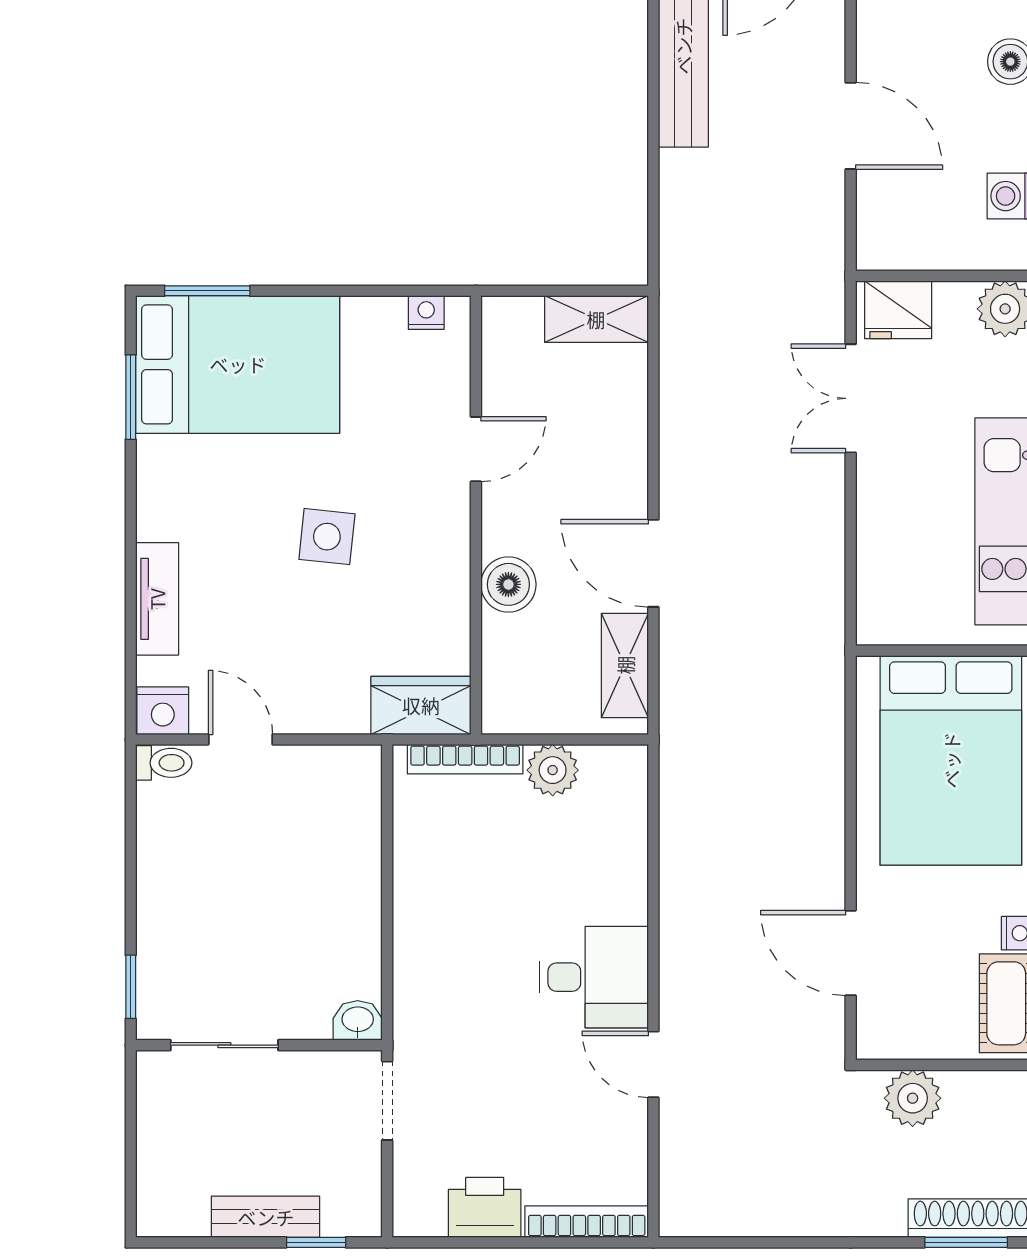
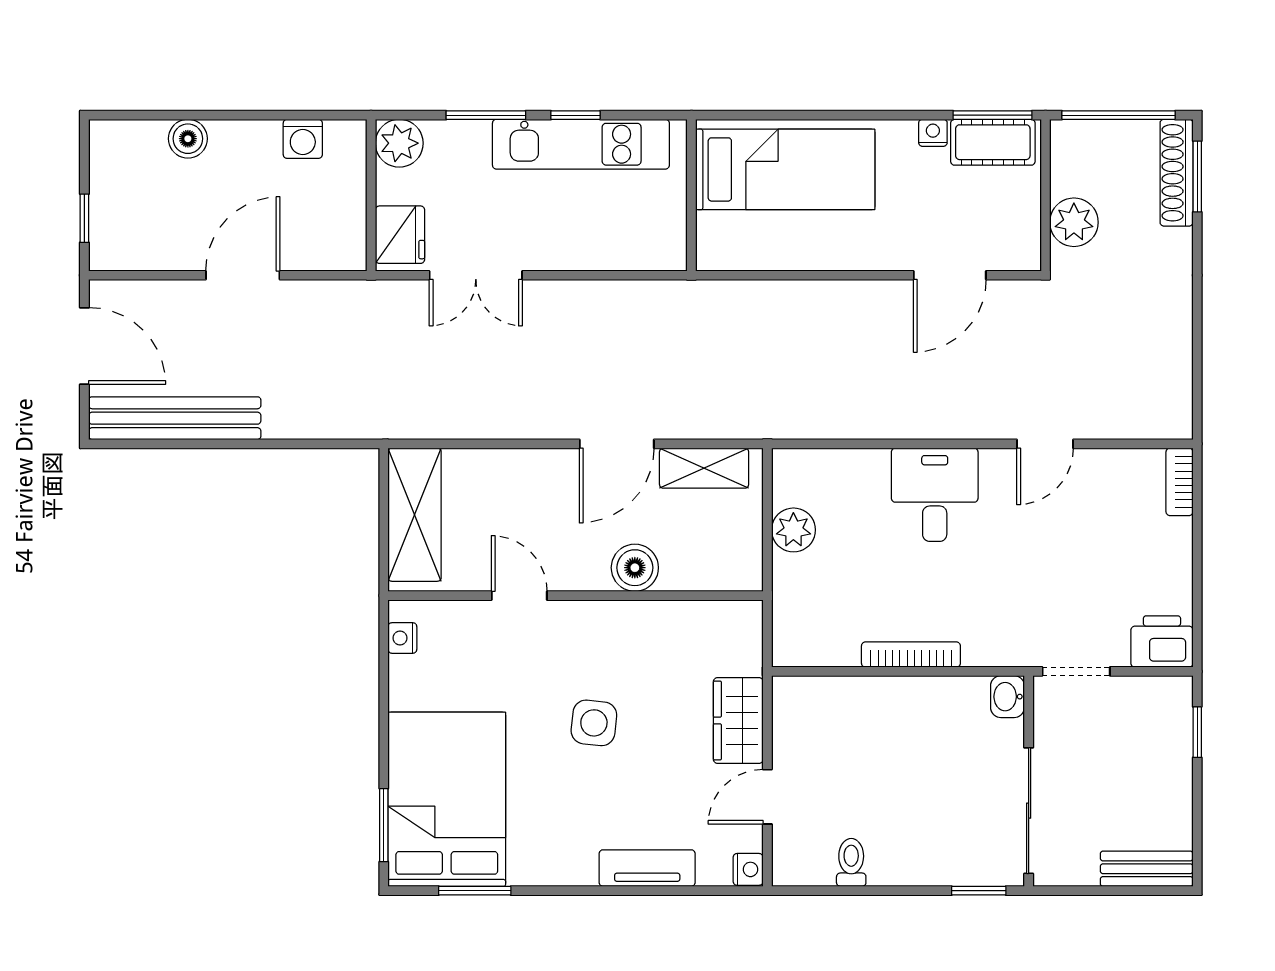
shelving: (596, 319) -> (415, 515), width x1.50, depth x1.33
wardrobe: (421, 705) -> (738, 720), moved
nightstand: (163, 711) -> (748, 869), width x0.72, depth x0.74
bookcase: (465, 759) -> (911, 655), moved, turned -90
bed: (951, 760) -> (785, 169), width x0.67
toilet: (164, 763) -> (851, 862), moved
desk: (594, 977) -> (935, 495), moved
sliding door: (224, 1045) -> (1029, 811), width x1.37
printer: (485, 1207) -> (1162, 642), moved, turned 90
bench: (266, 1217) -> (1147, 869), moved, turned 90
bookcase: (587, 1222) -> (1180, 482), width x0.64

